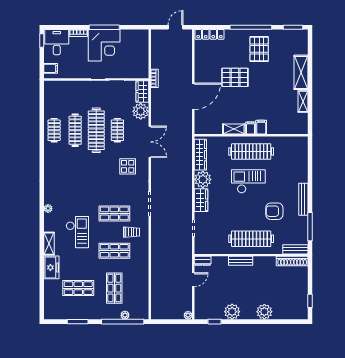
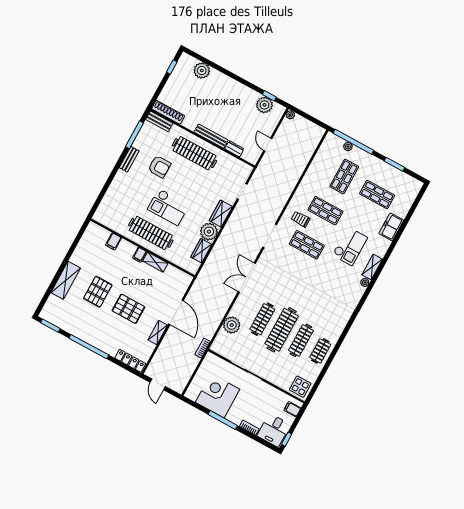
door: (175, 27) -> (158, 384), hinge flipped
corner desk: (104, 45) -> (218, 396), moved
pallet: (259, 49) -> (98, 292), moved
wardrobe: (142, 91) -> (220, 342), removed
door: (193, 96) -> (176, 312), swing flipped
shelving: (303, 101) -> (158, 333), moved
filing cabinet: (261, 127) -> (114, 241), moved
clothes rail: (117, 130) -> (262, 319), width x1.36
double door: (150, 142) -> (247, 277), moved
wardrobe: (200, 155) -> (201, 251), width x0.67
display table: (128, 166) -> (300, 387), moved
bench: (303, 199) -> (129, 159), width x0.73
checkout: (77, 232) -> (350, 246), turned 180
shelving: (49, 244) -> (372, 267), moved
dresser: (203, 261) -> (234, 149), moved
bench: (241, 261) -> (211, 136), width x1.36
door: (193, 280) -> (268, 145), hinge flipped
plant: (232, 312) -> (264, 105), moved
plant: (264, 312) -> (202, 70), moved

